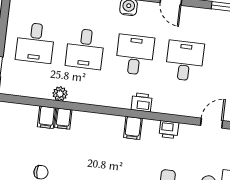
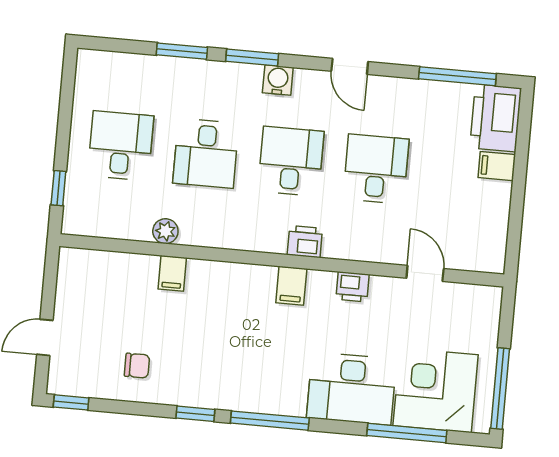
desk: (35, 43) -> (121, 146), turned 180
filing cabinet: (47, 117) -> (144, 272), removed
door: (212, 123) -> (425, 273), hinge flipped

